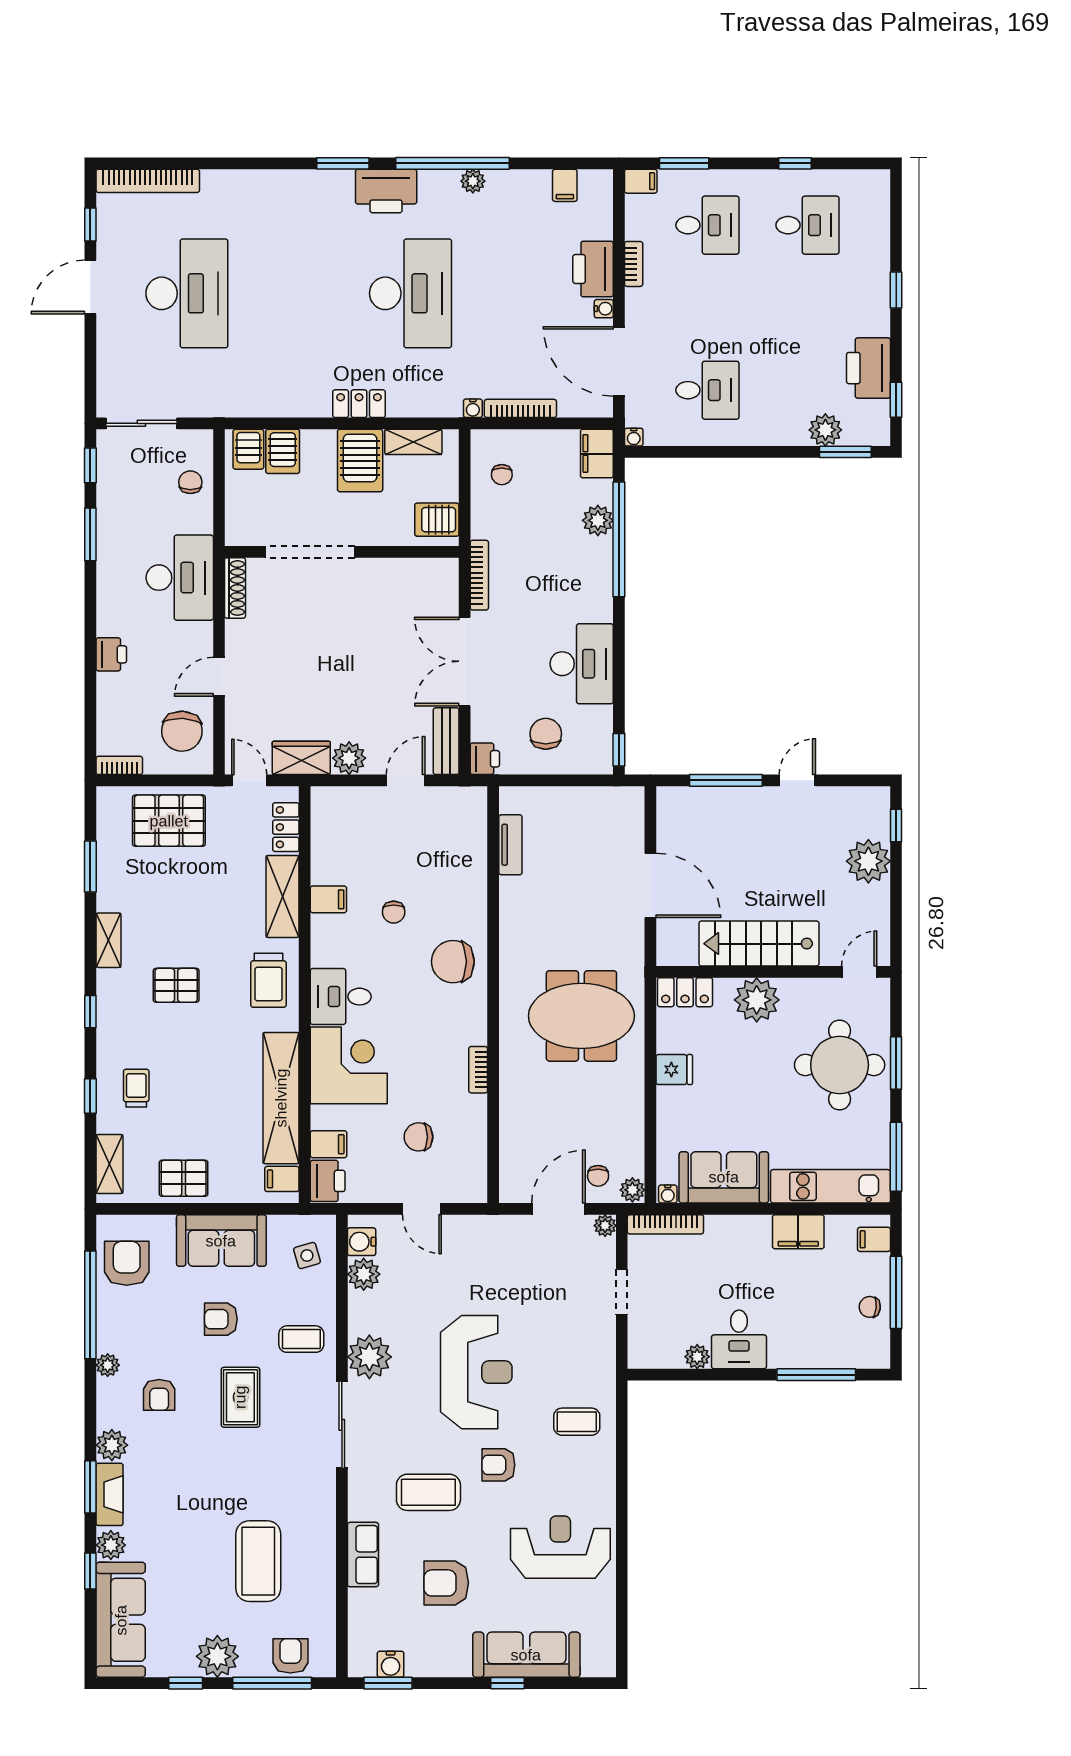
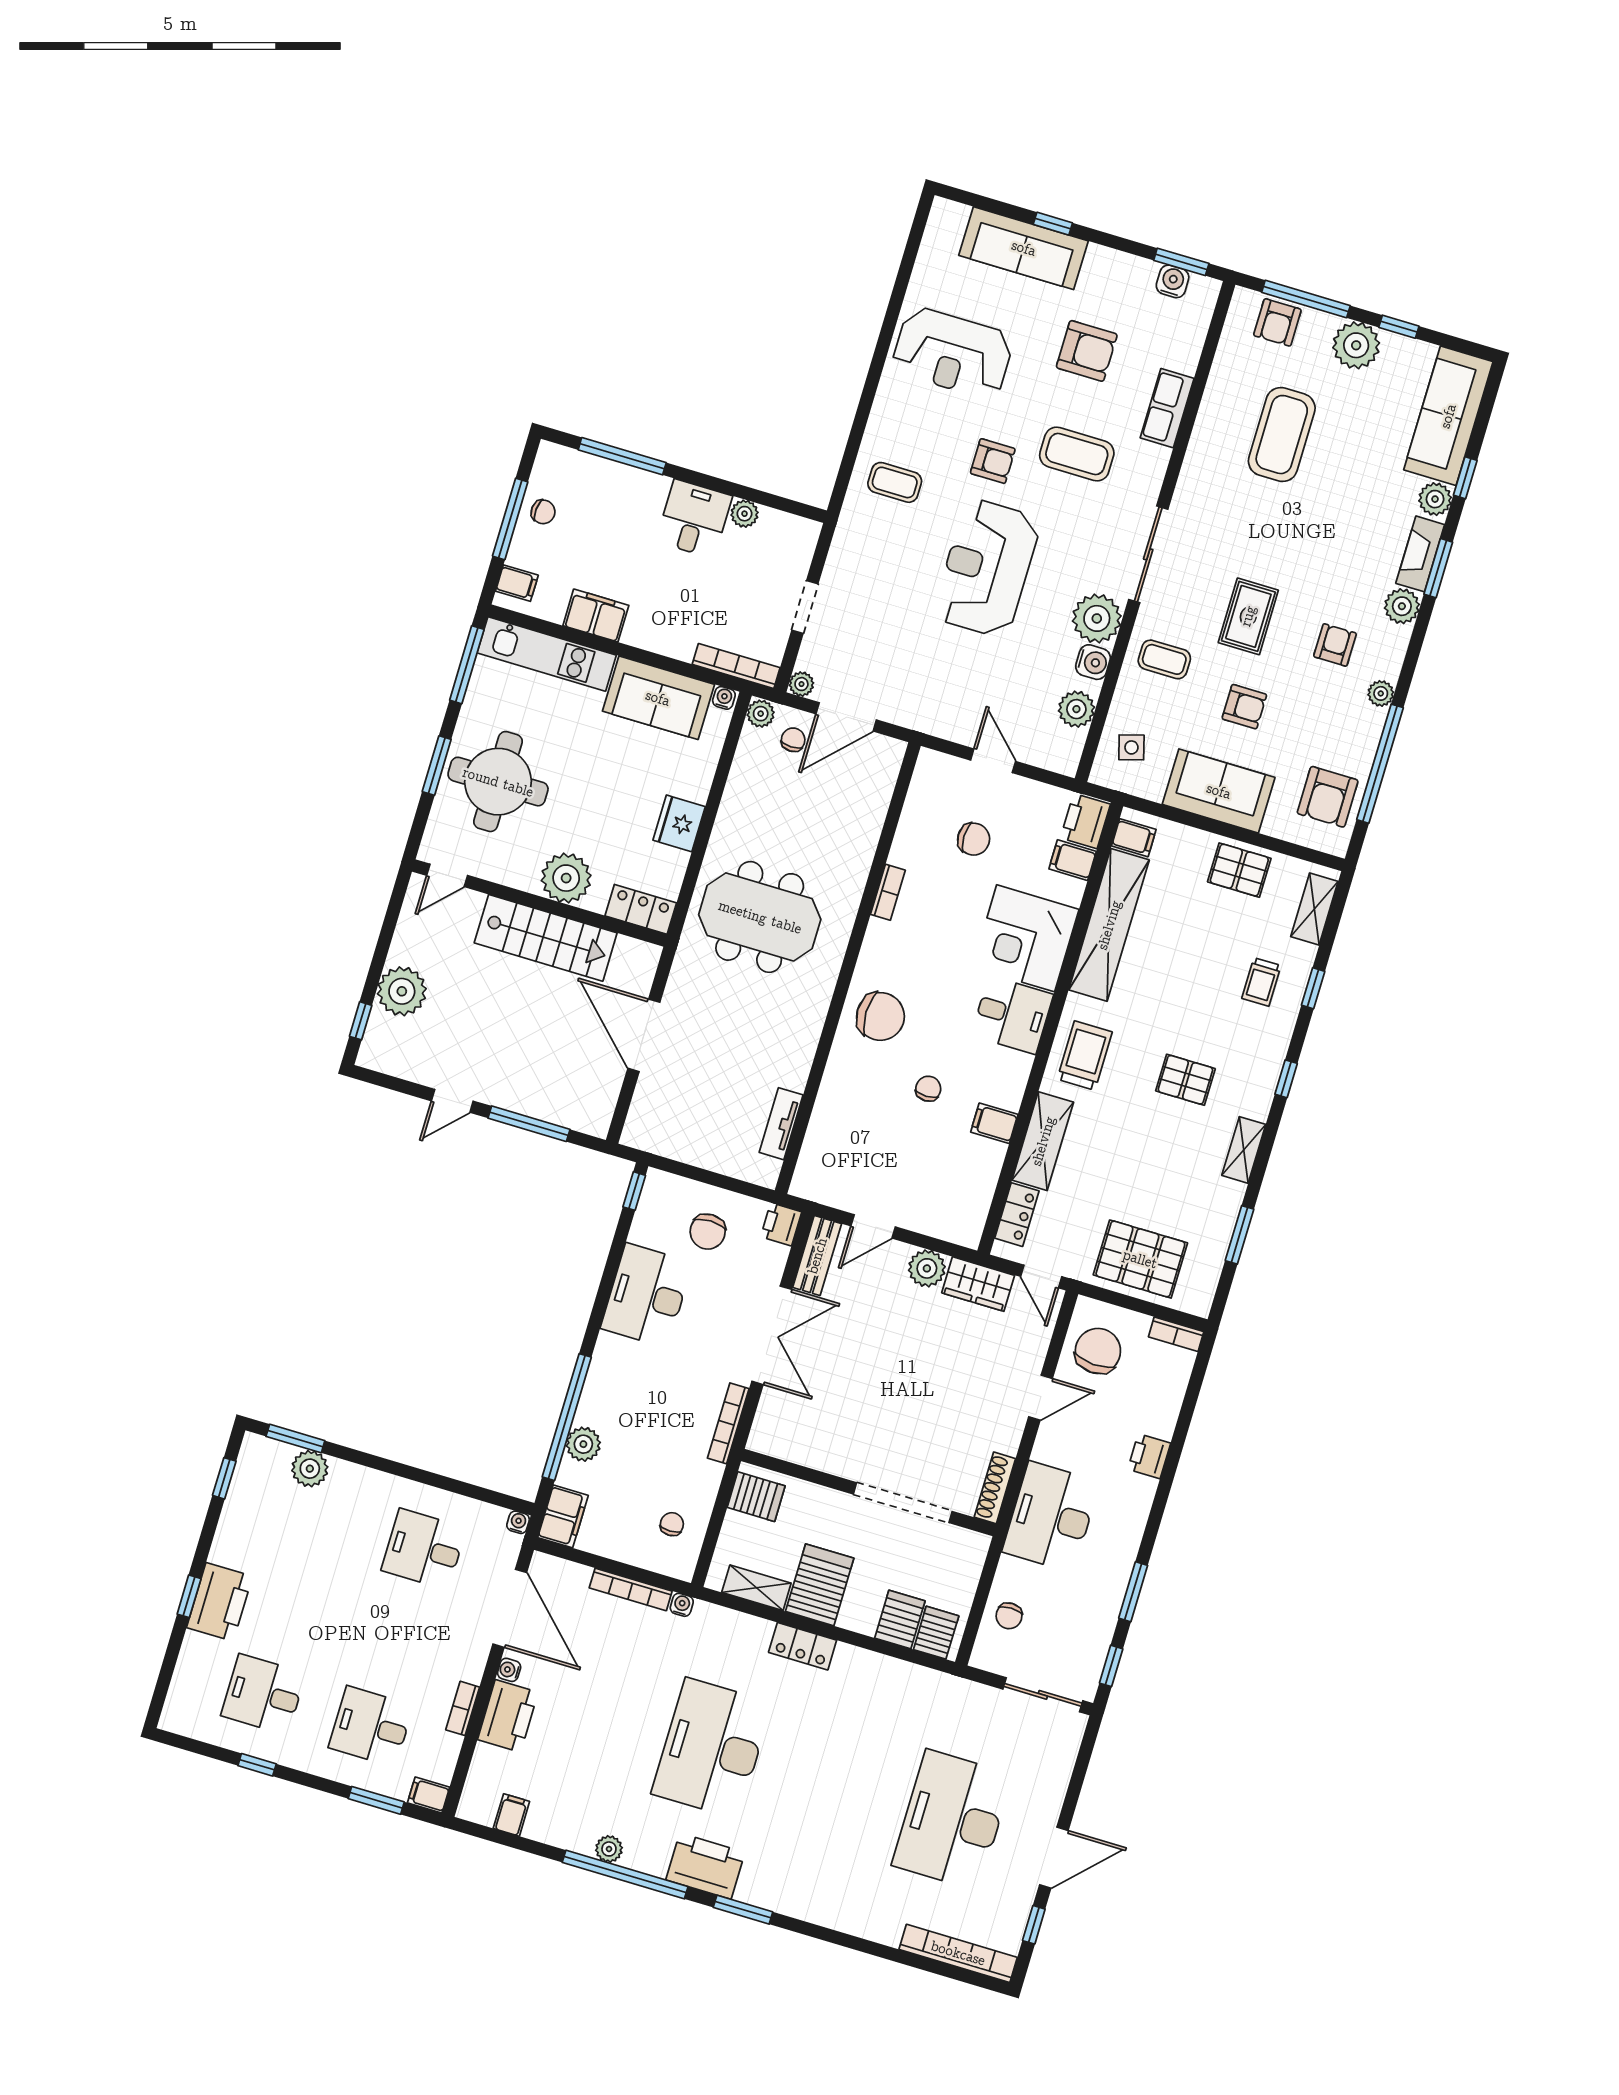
printer: (869, 368) -> (220, 1602), moved
fridge: (674, 1070) -> (679, 823), width x1.38
water cooler: (362, 1242) -> (1093, 662), moved

